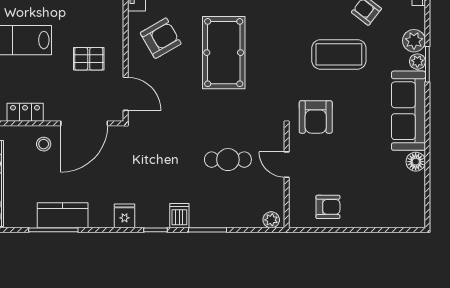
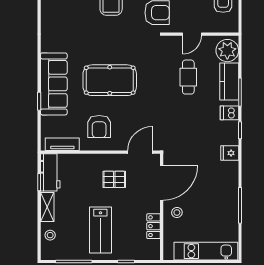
armchair: (161, 38) -> (99, 127), turned -150
pallet: (89, 59) -> (114, 179), turned 90
door: (84, 123) -> (162, 183), hinge flipped
kitchen counter: (63, 215) -> (229, 82), moved
plant: (271, 220) -> (227, 51), width x1.87, depth x1.87

